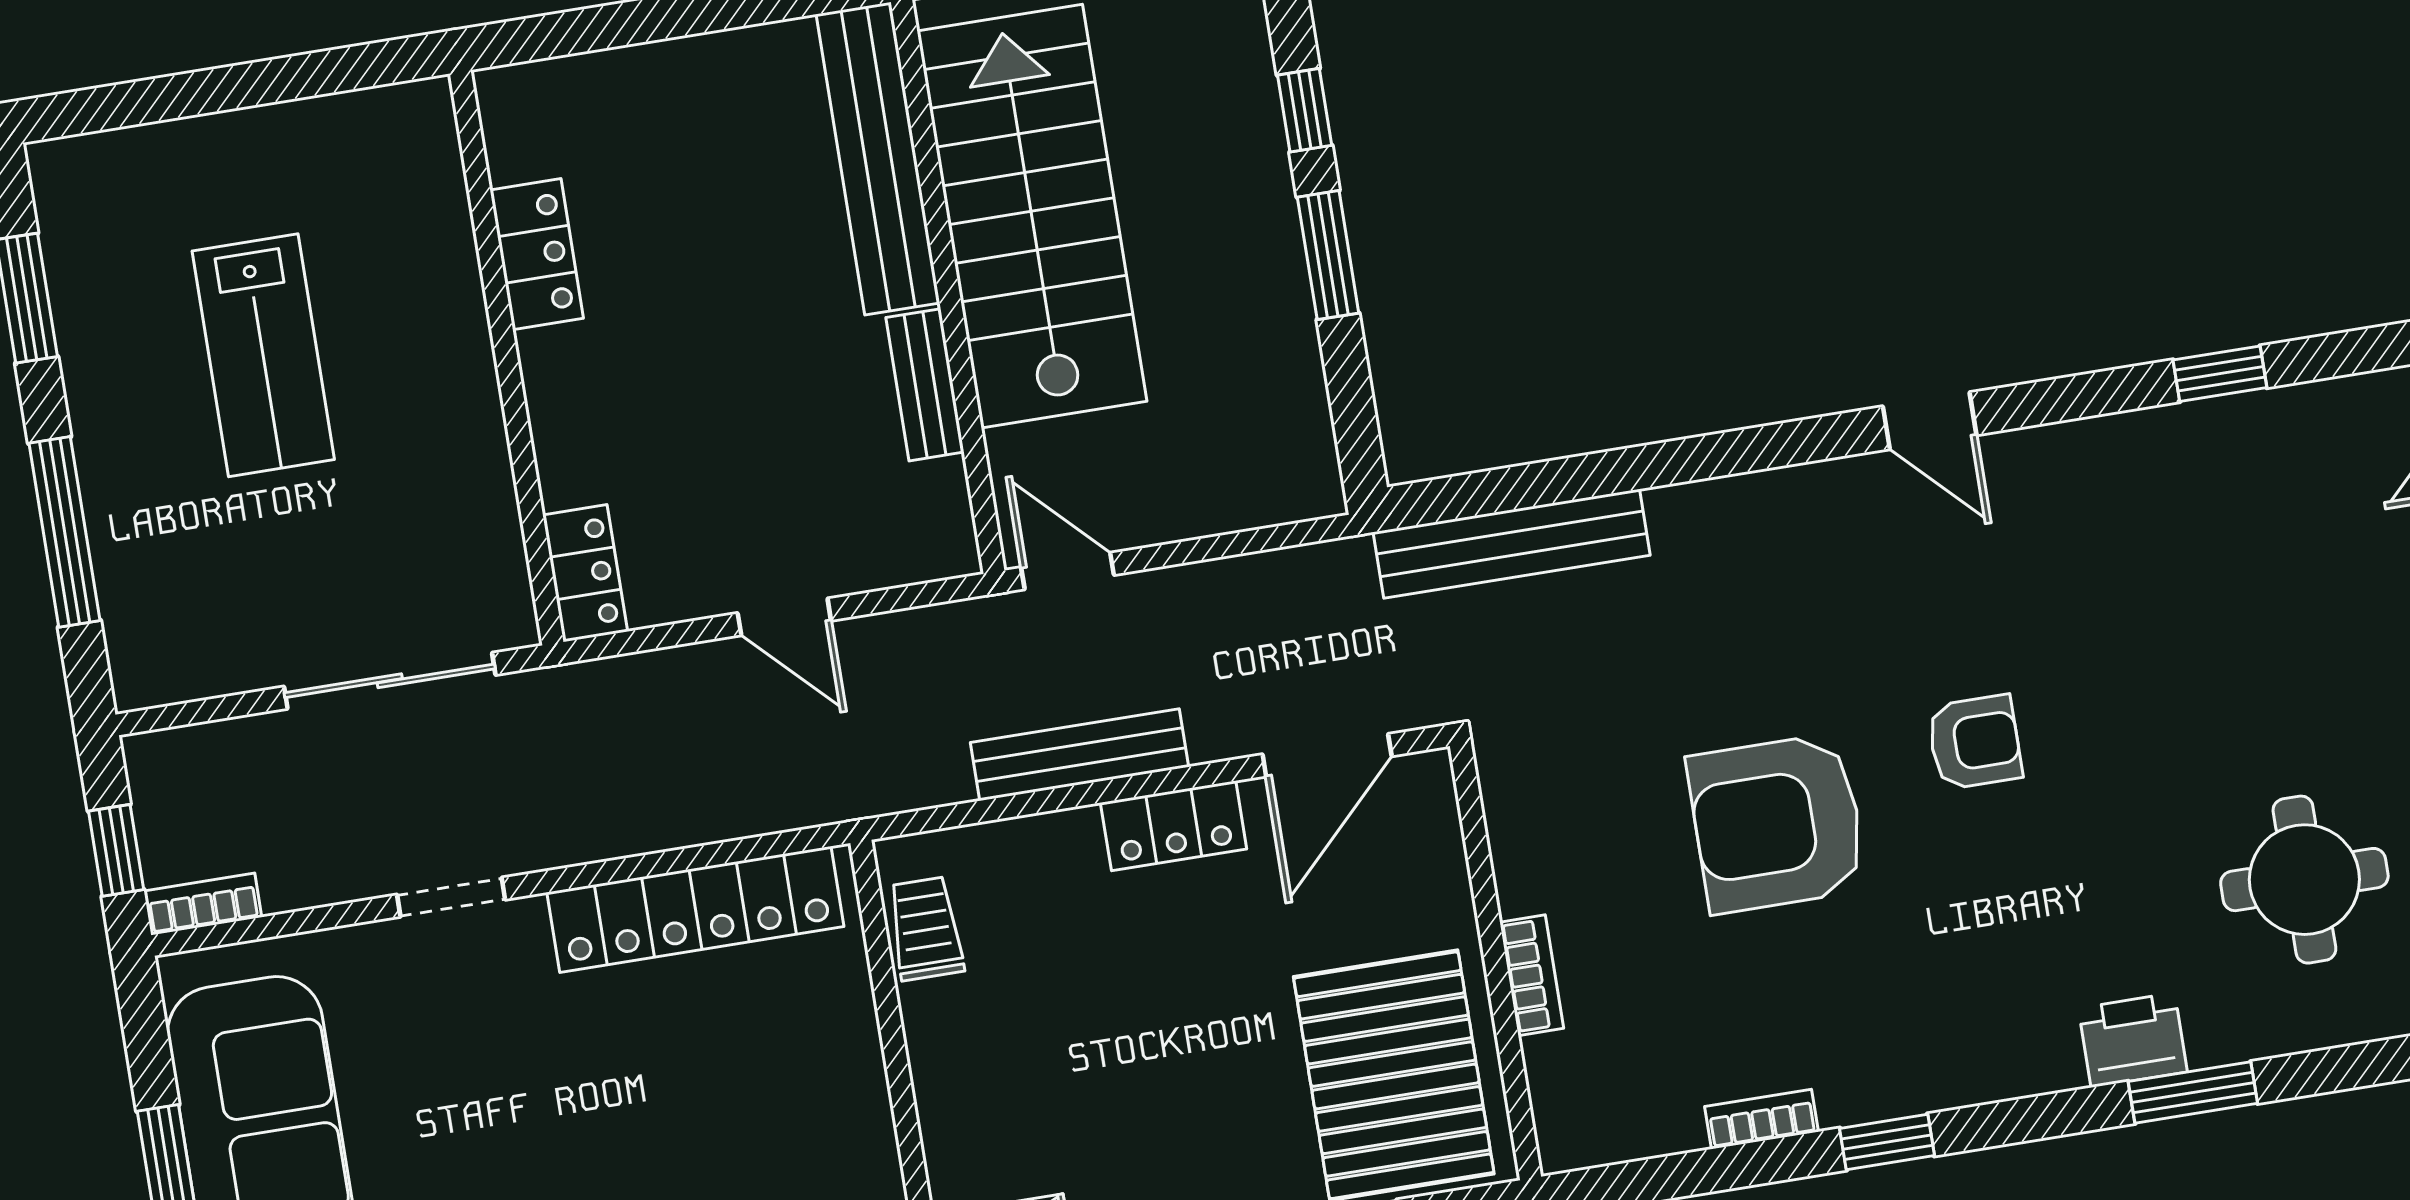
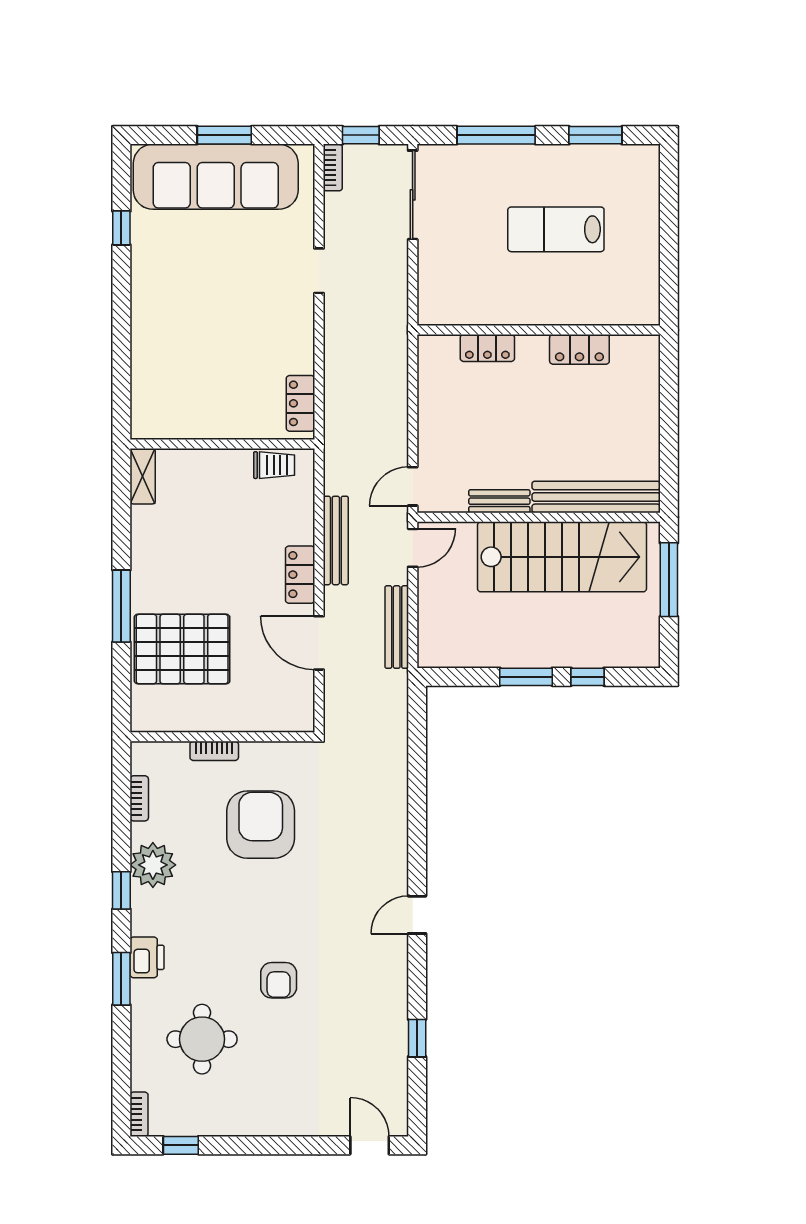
bench: (1512, 544) -> (397, 627), moved, width x0.73, depth x0.82
locker: (585, 573) -> (487, 348), moved
door: (784, 617) -> (413, 486), moved
sliding door: (390, 681) -> (413, 195), moved
armchair: (1975, 742) -> (279, 980), moved
locker: (695, 909) -> (300, 403), width x0.46, depth x0.83
wall: (1496, 961) -> (222, 737), moved
bookcase: (1532, 975) -> (214, 751), moved
plant: (1913, 1062) -> (153, 865), added
window: (1887, 1142) -> (121, 890), moved

